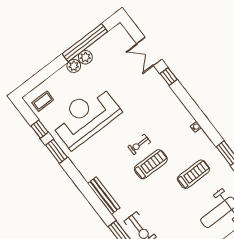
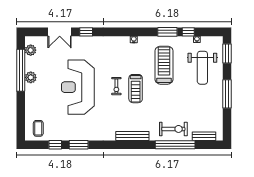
plant: (74, 66) -> (31, 50), moved
reception desk: (85, 117) -> (78, 87), moved
treadmill: (151, 164) -> (136, 89), turned 180
treadmill: (193, 174) -> (164, 65), width x1.37, depth x1.38

